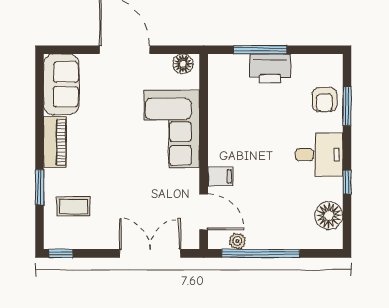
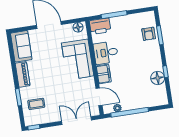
printer: (270, 68) -> (100, 26), moved
desk: (319, 155) -> (106, 53), moved, turned 180
filing cabinet: (220, 176) -> (104, 74), width x2.00
floor lamp: (329, 216) -> (158, 78), moved

